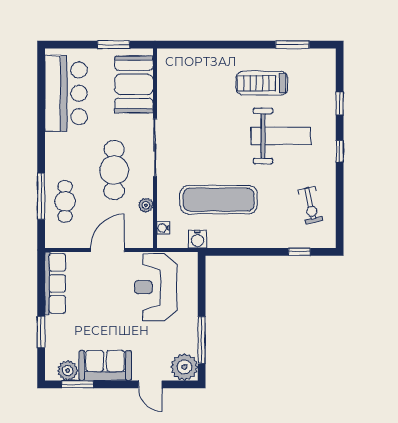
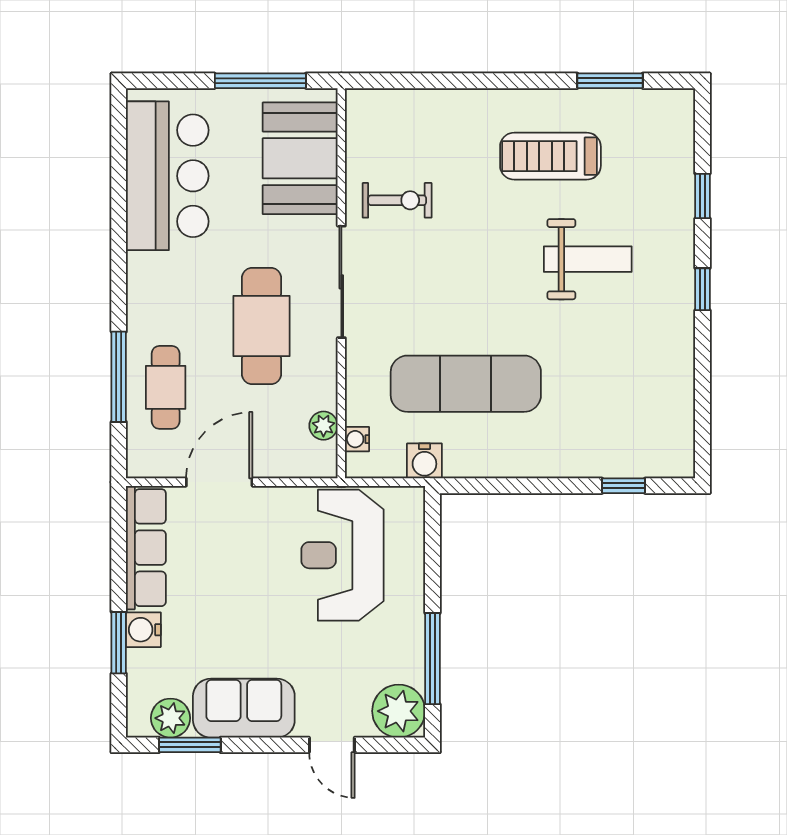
window: (114, 45) -> (260, 81), width x1.44
weight bench: (281, 136) -> (588, 259), width x0.73, depth x0.75
plant: (146, 205) -> (323, 426), moved
exercise bike: (310, 205) -> (397, 200), moved, turned -77
door: (108, 250) -> (219, 482), moved
water cooler: (54, 325) -> (143, 630), added

